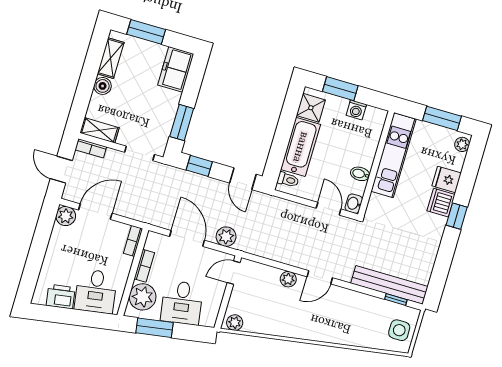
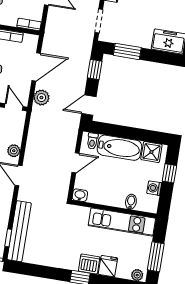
window: (340, 89) -> (169, 173), width x0.67
bidet: (360, 174) -> (131, 202), moved
door: (329, 209) -> (76, 163), moved

